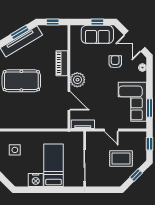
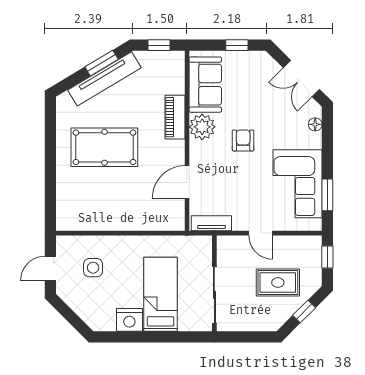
sofa: (97, 34) -> (205, 85), moved, turned -90
armchair: (115, 62) -> (243, 140), moved
plant: (77, 80) -> (202, 127), moved
door: (69, 101) -> (187, 182), swing flipped

